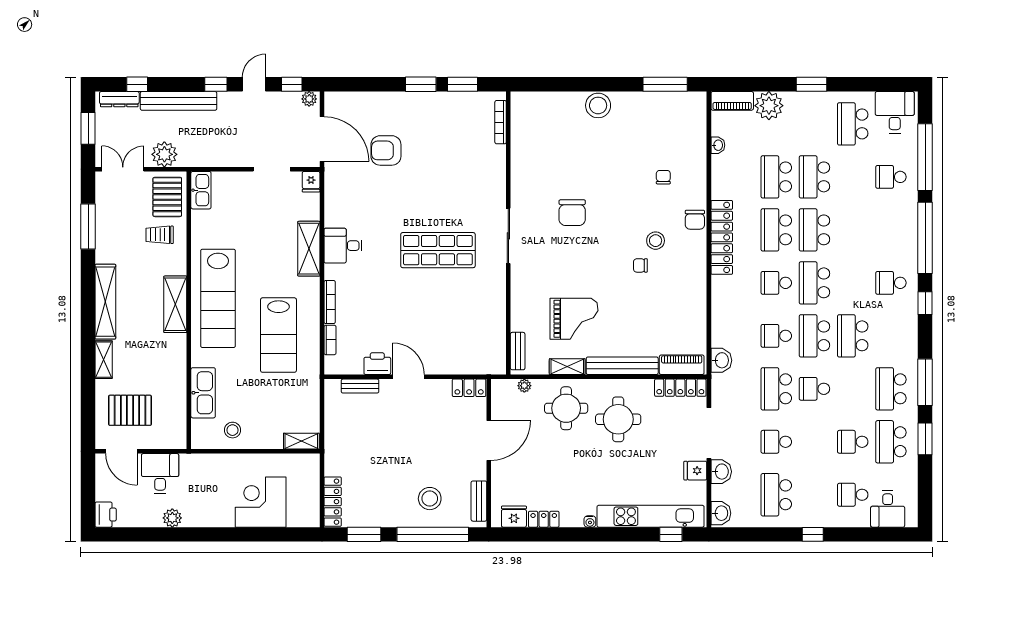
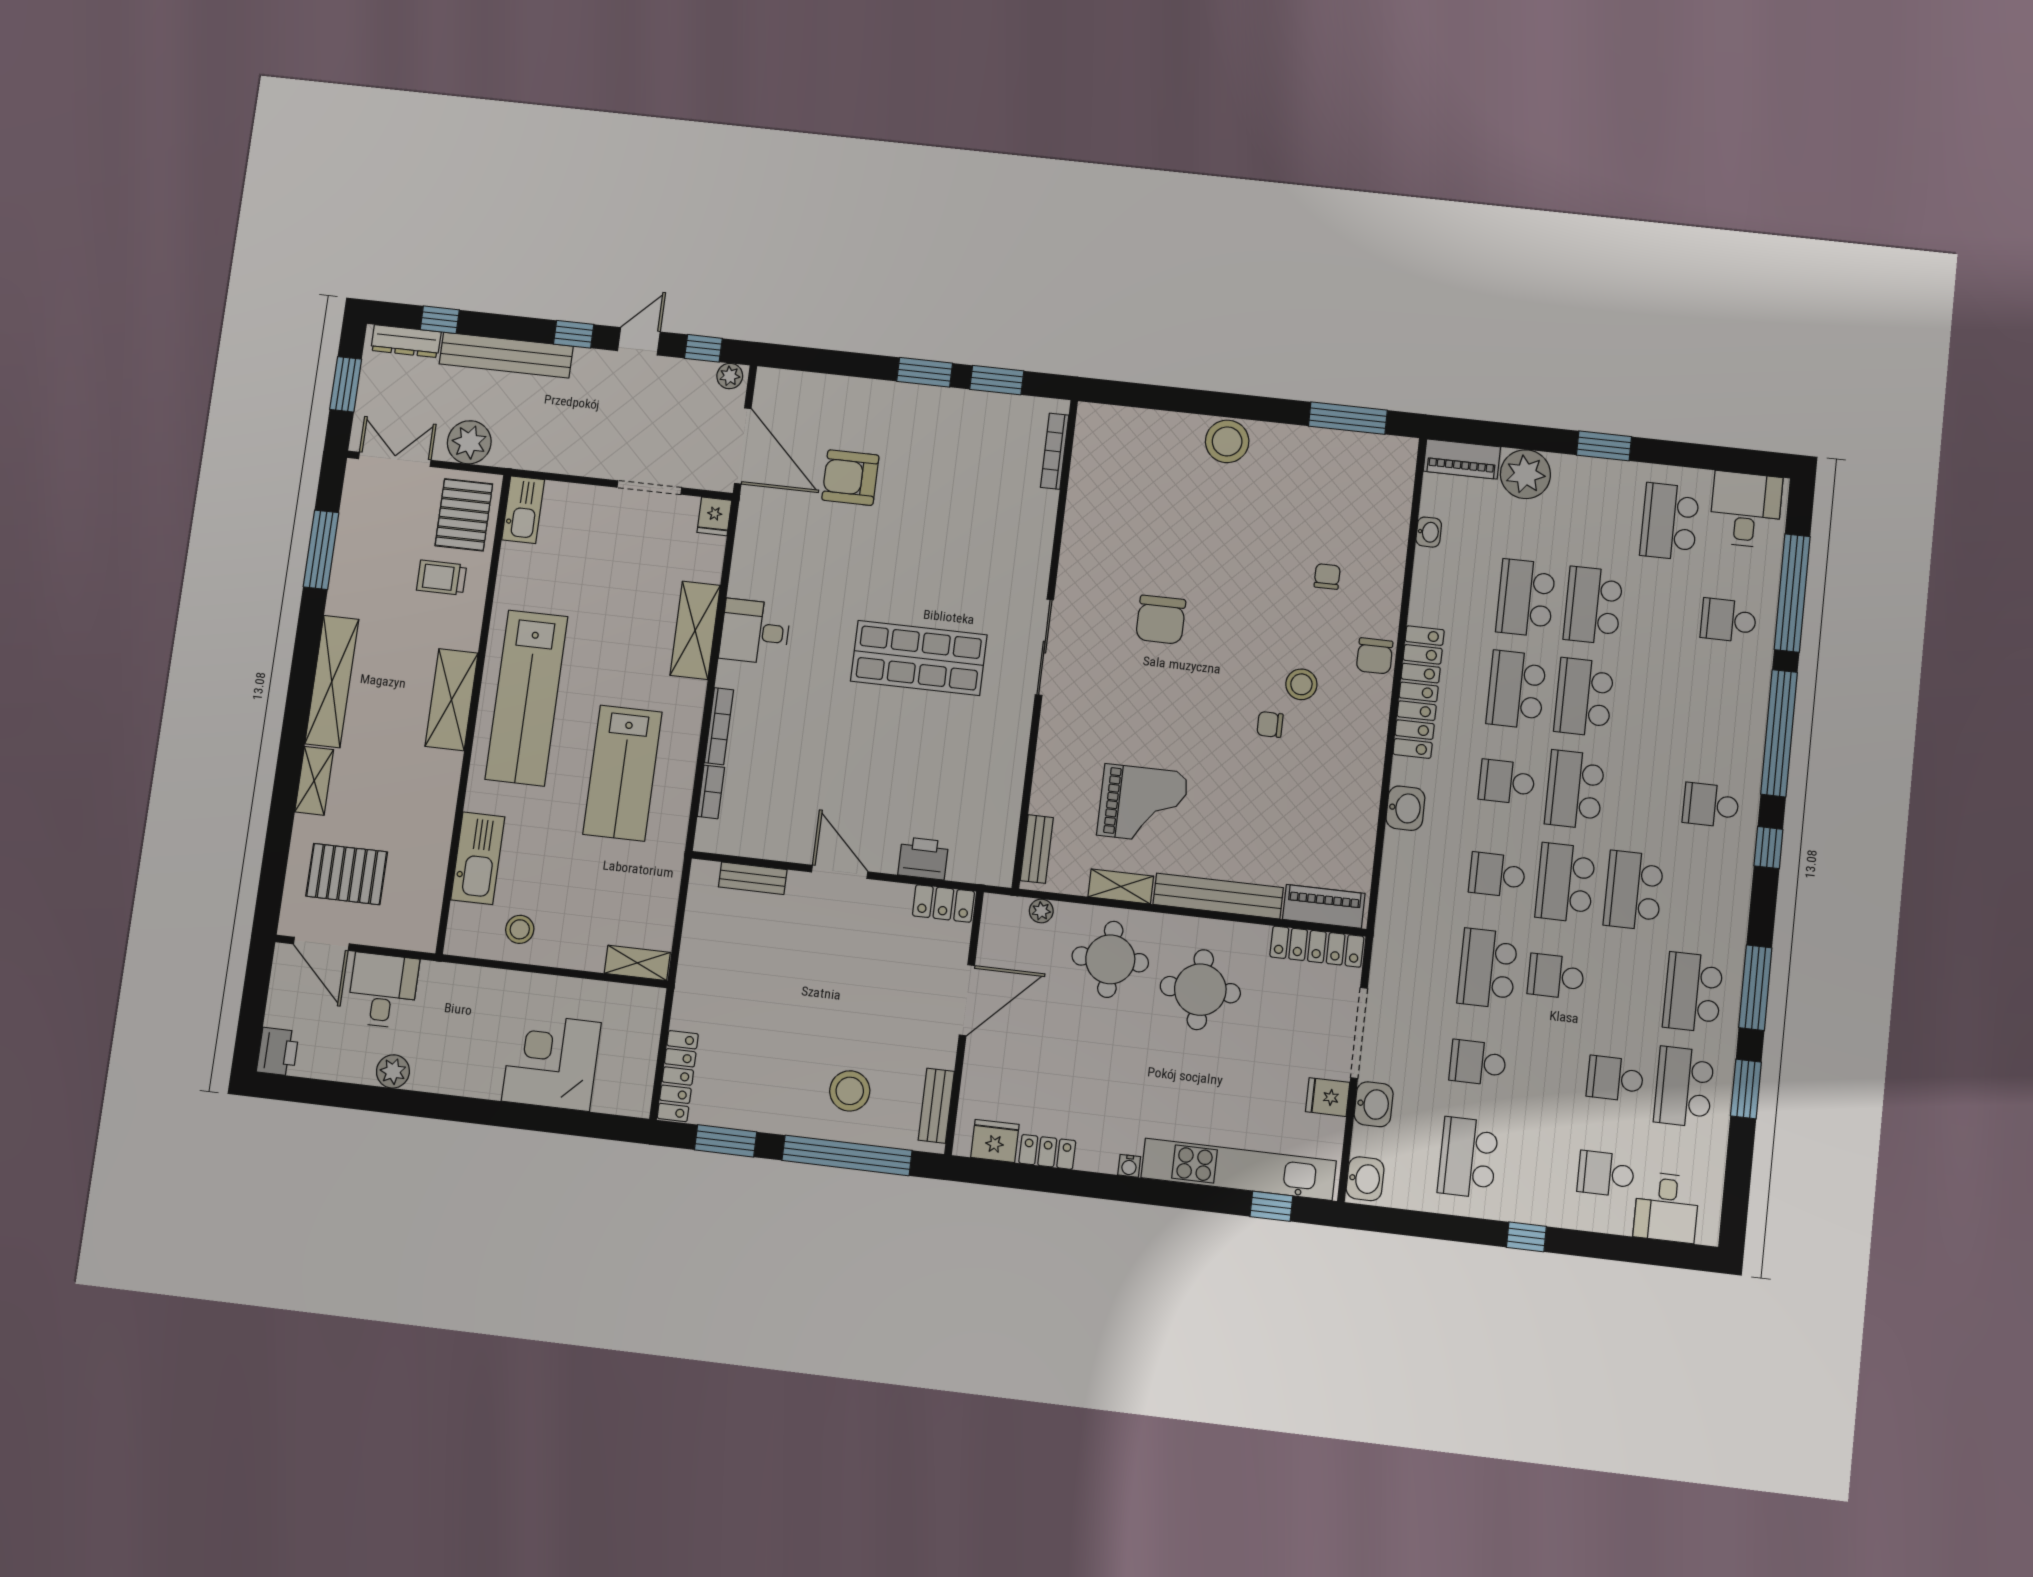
washbasin: (721, 360) -> (1405, 808), moved
printer: (377, 364) -> (923, 858), moved

